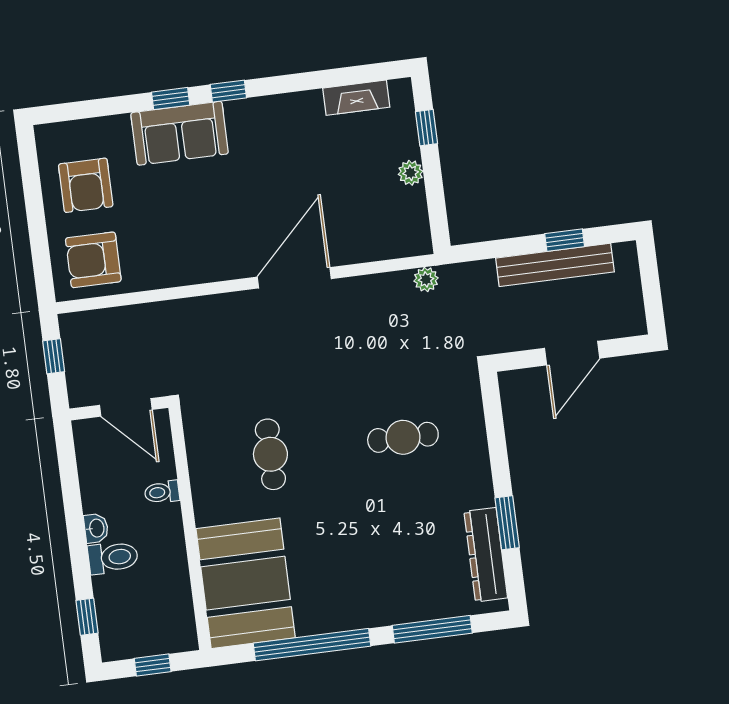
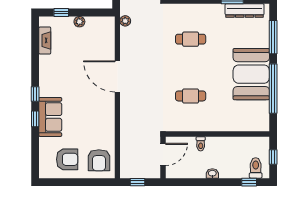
cafe table: (403, 437) -> (191, 39), turned 90
toilet: (113, 557) -> (256, 168), moved
booth: (246, 583) -> (251, 74), moved, turned 90

